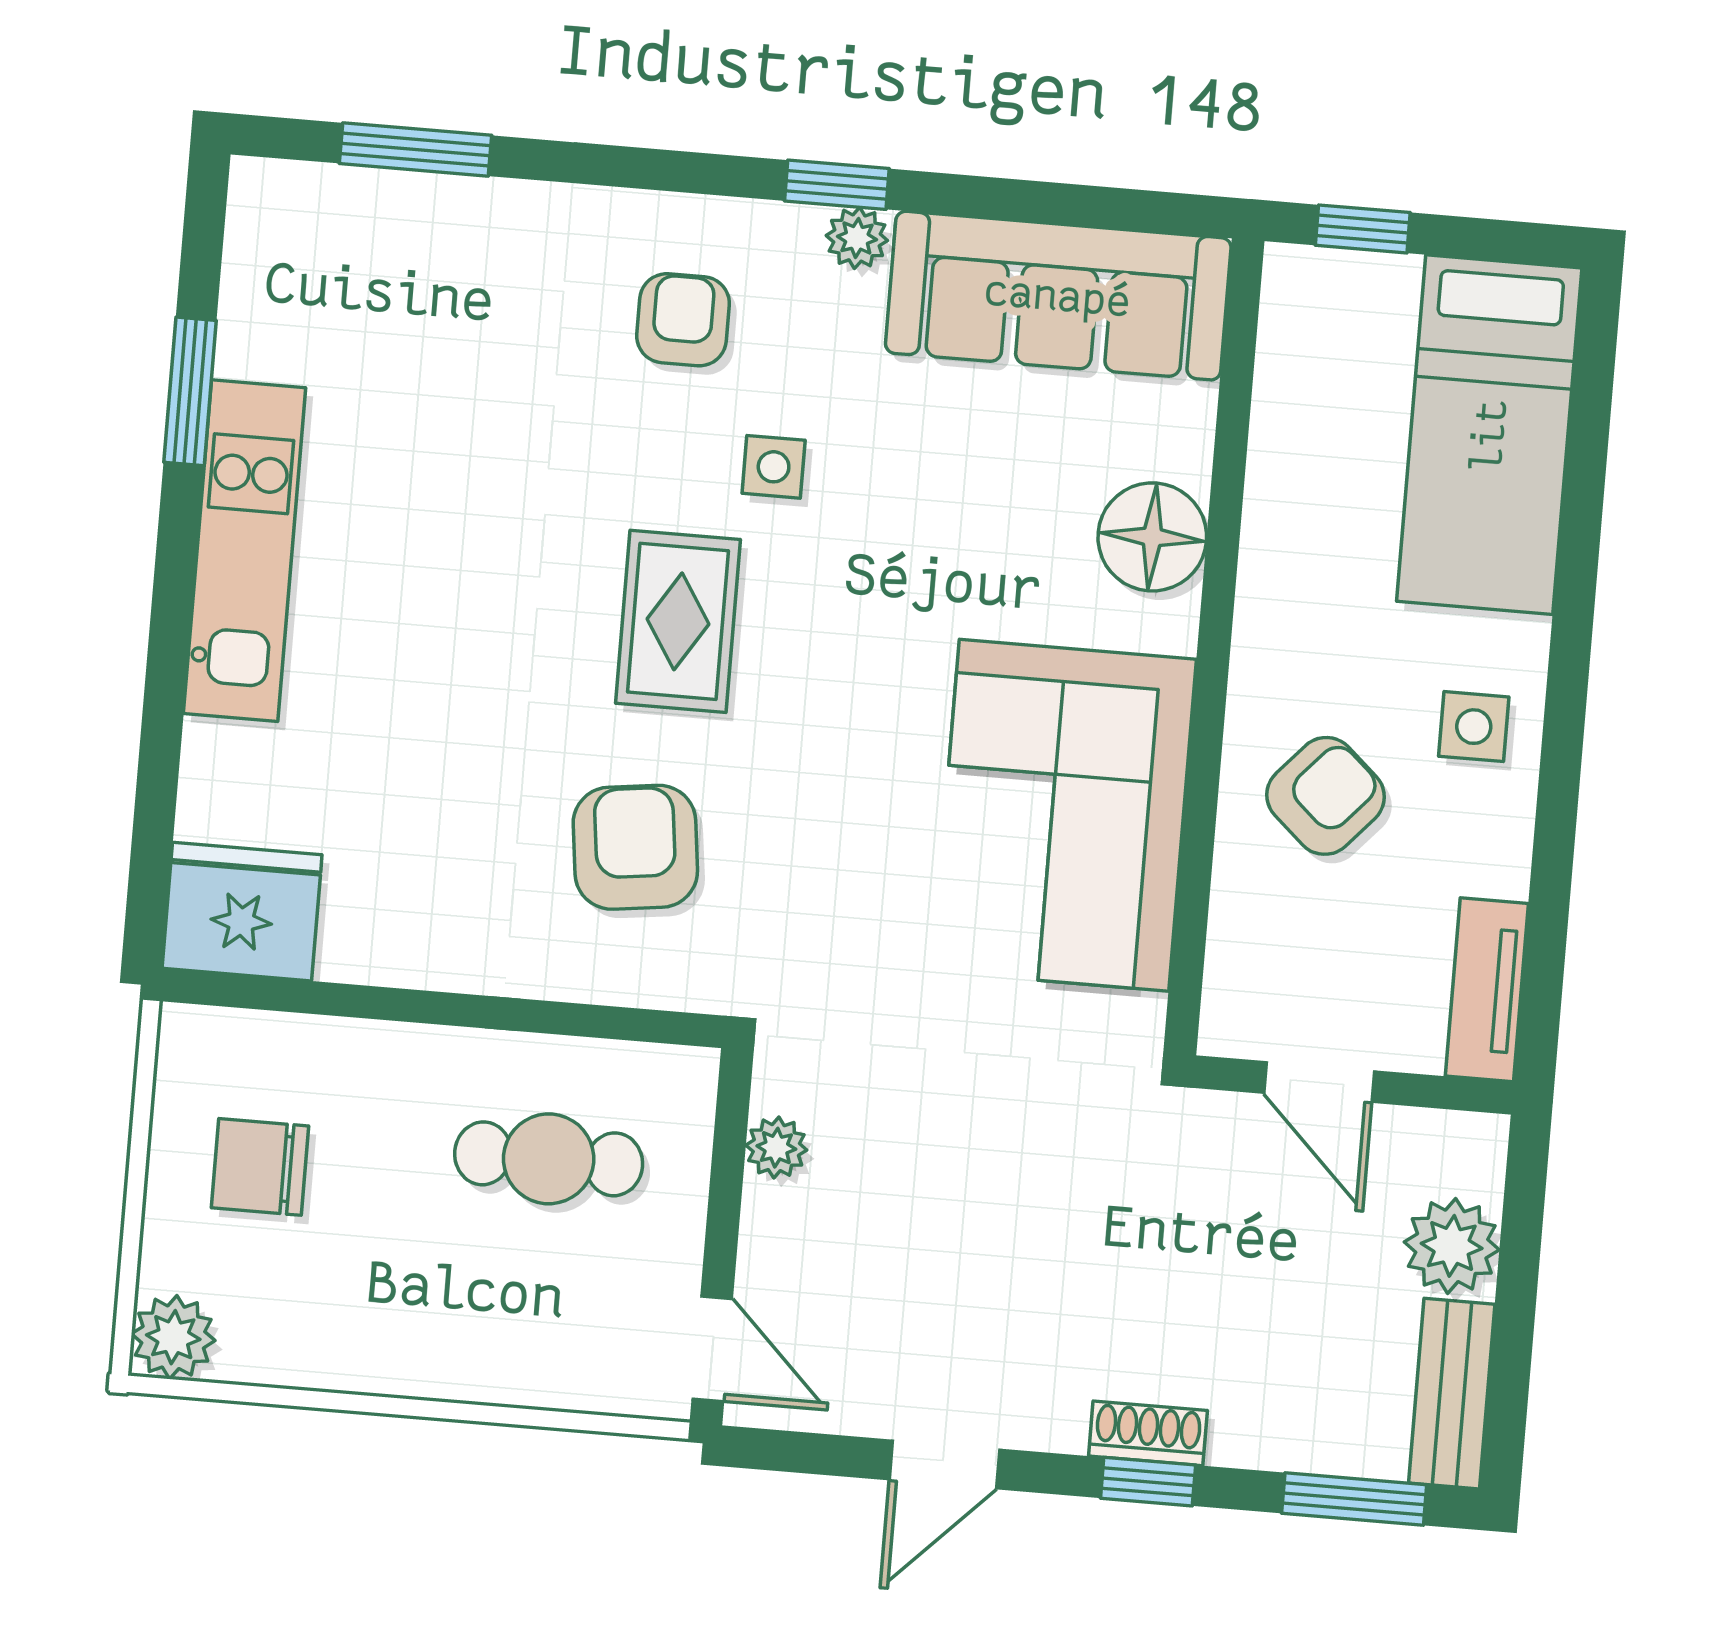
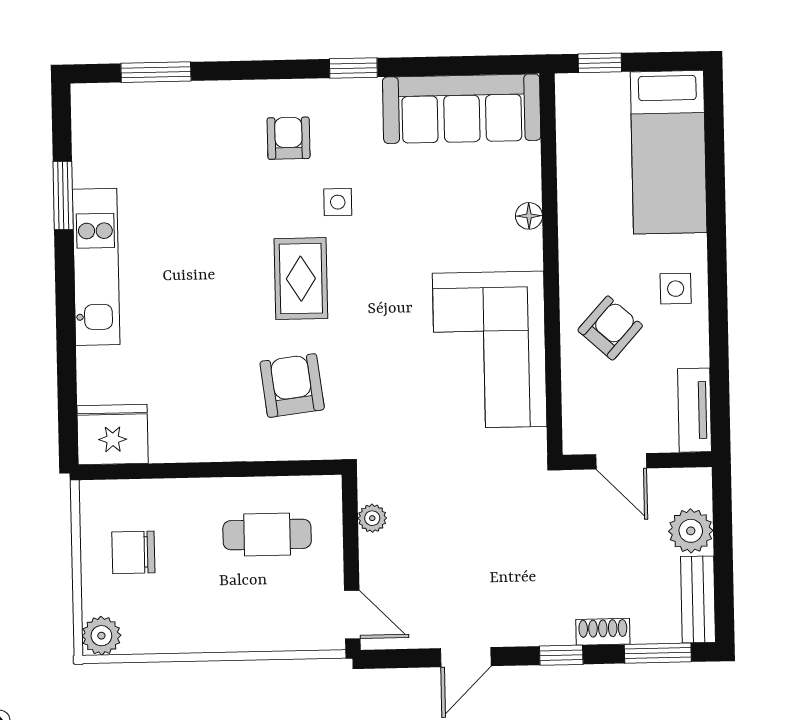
plant: (857, 238) -> (365, 92), removed
floor lamp: (1152, 537) -> (529, 216), width x0.53, depth x0.53
shoe rack: (1148, 1433) -> (603, 632), moved

